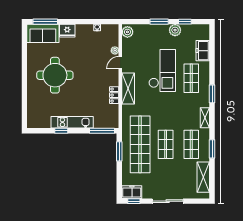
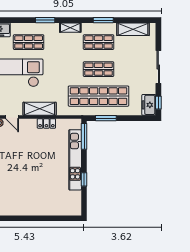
round table: (55, 75) -> (25, 186), removed
kitchen unit: (72, 122) -> (75, 160), width x1.36

